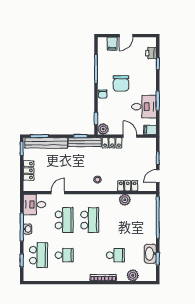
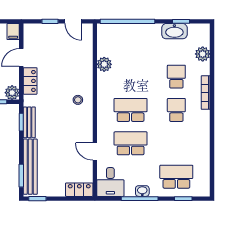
bench: (85, 142) -> (29, 122), width x0.73
locker: (29, 171) -> (79, 190), moved
locker: (128, 186) -> (86, 61), removed
school desk: (64, 255) -> (176, 110), moved

